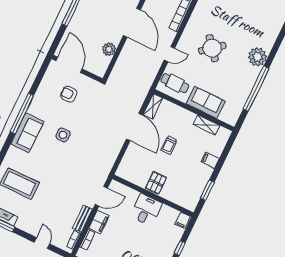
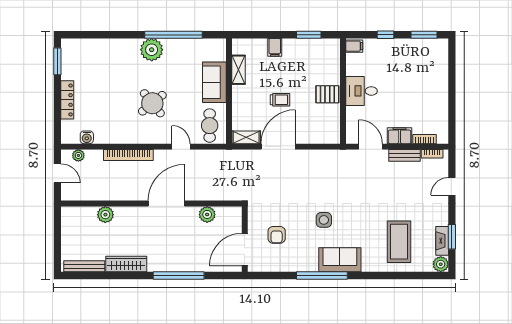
plant: (258, 57) -> (152, 50), moved

